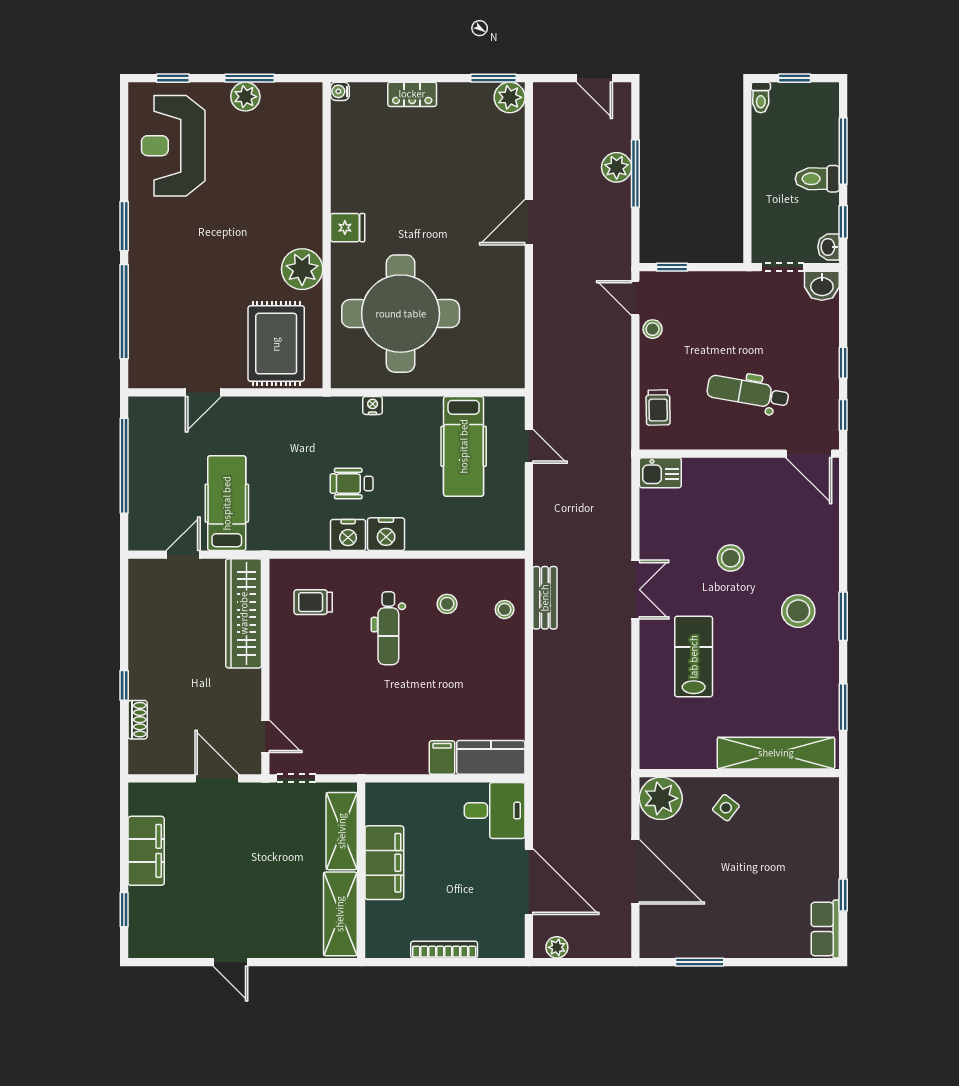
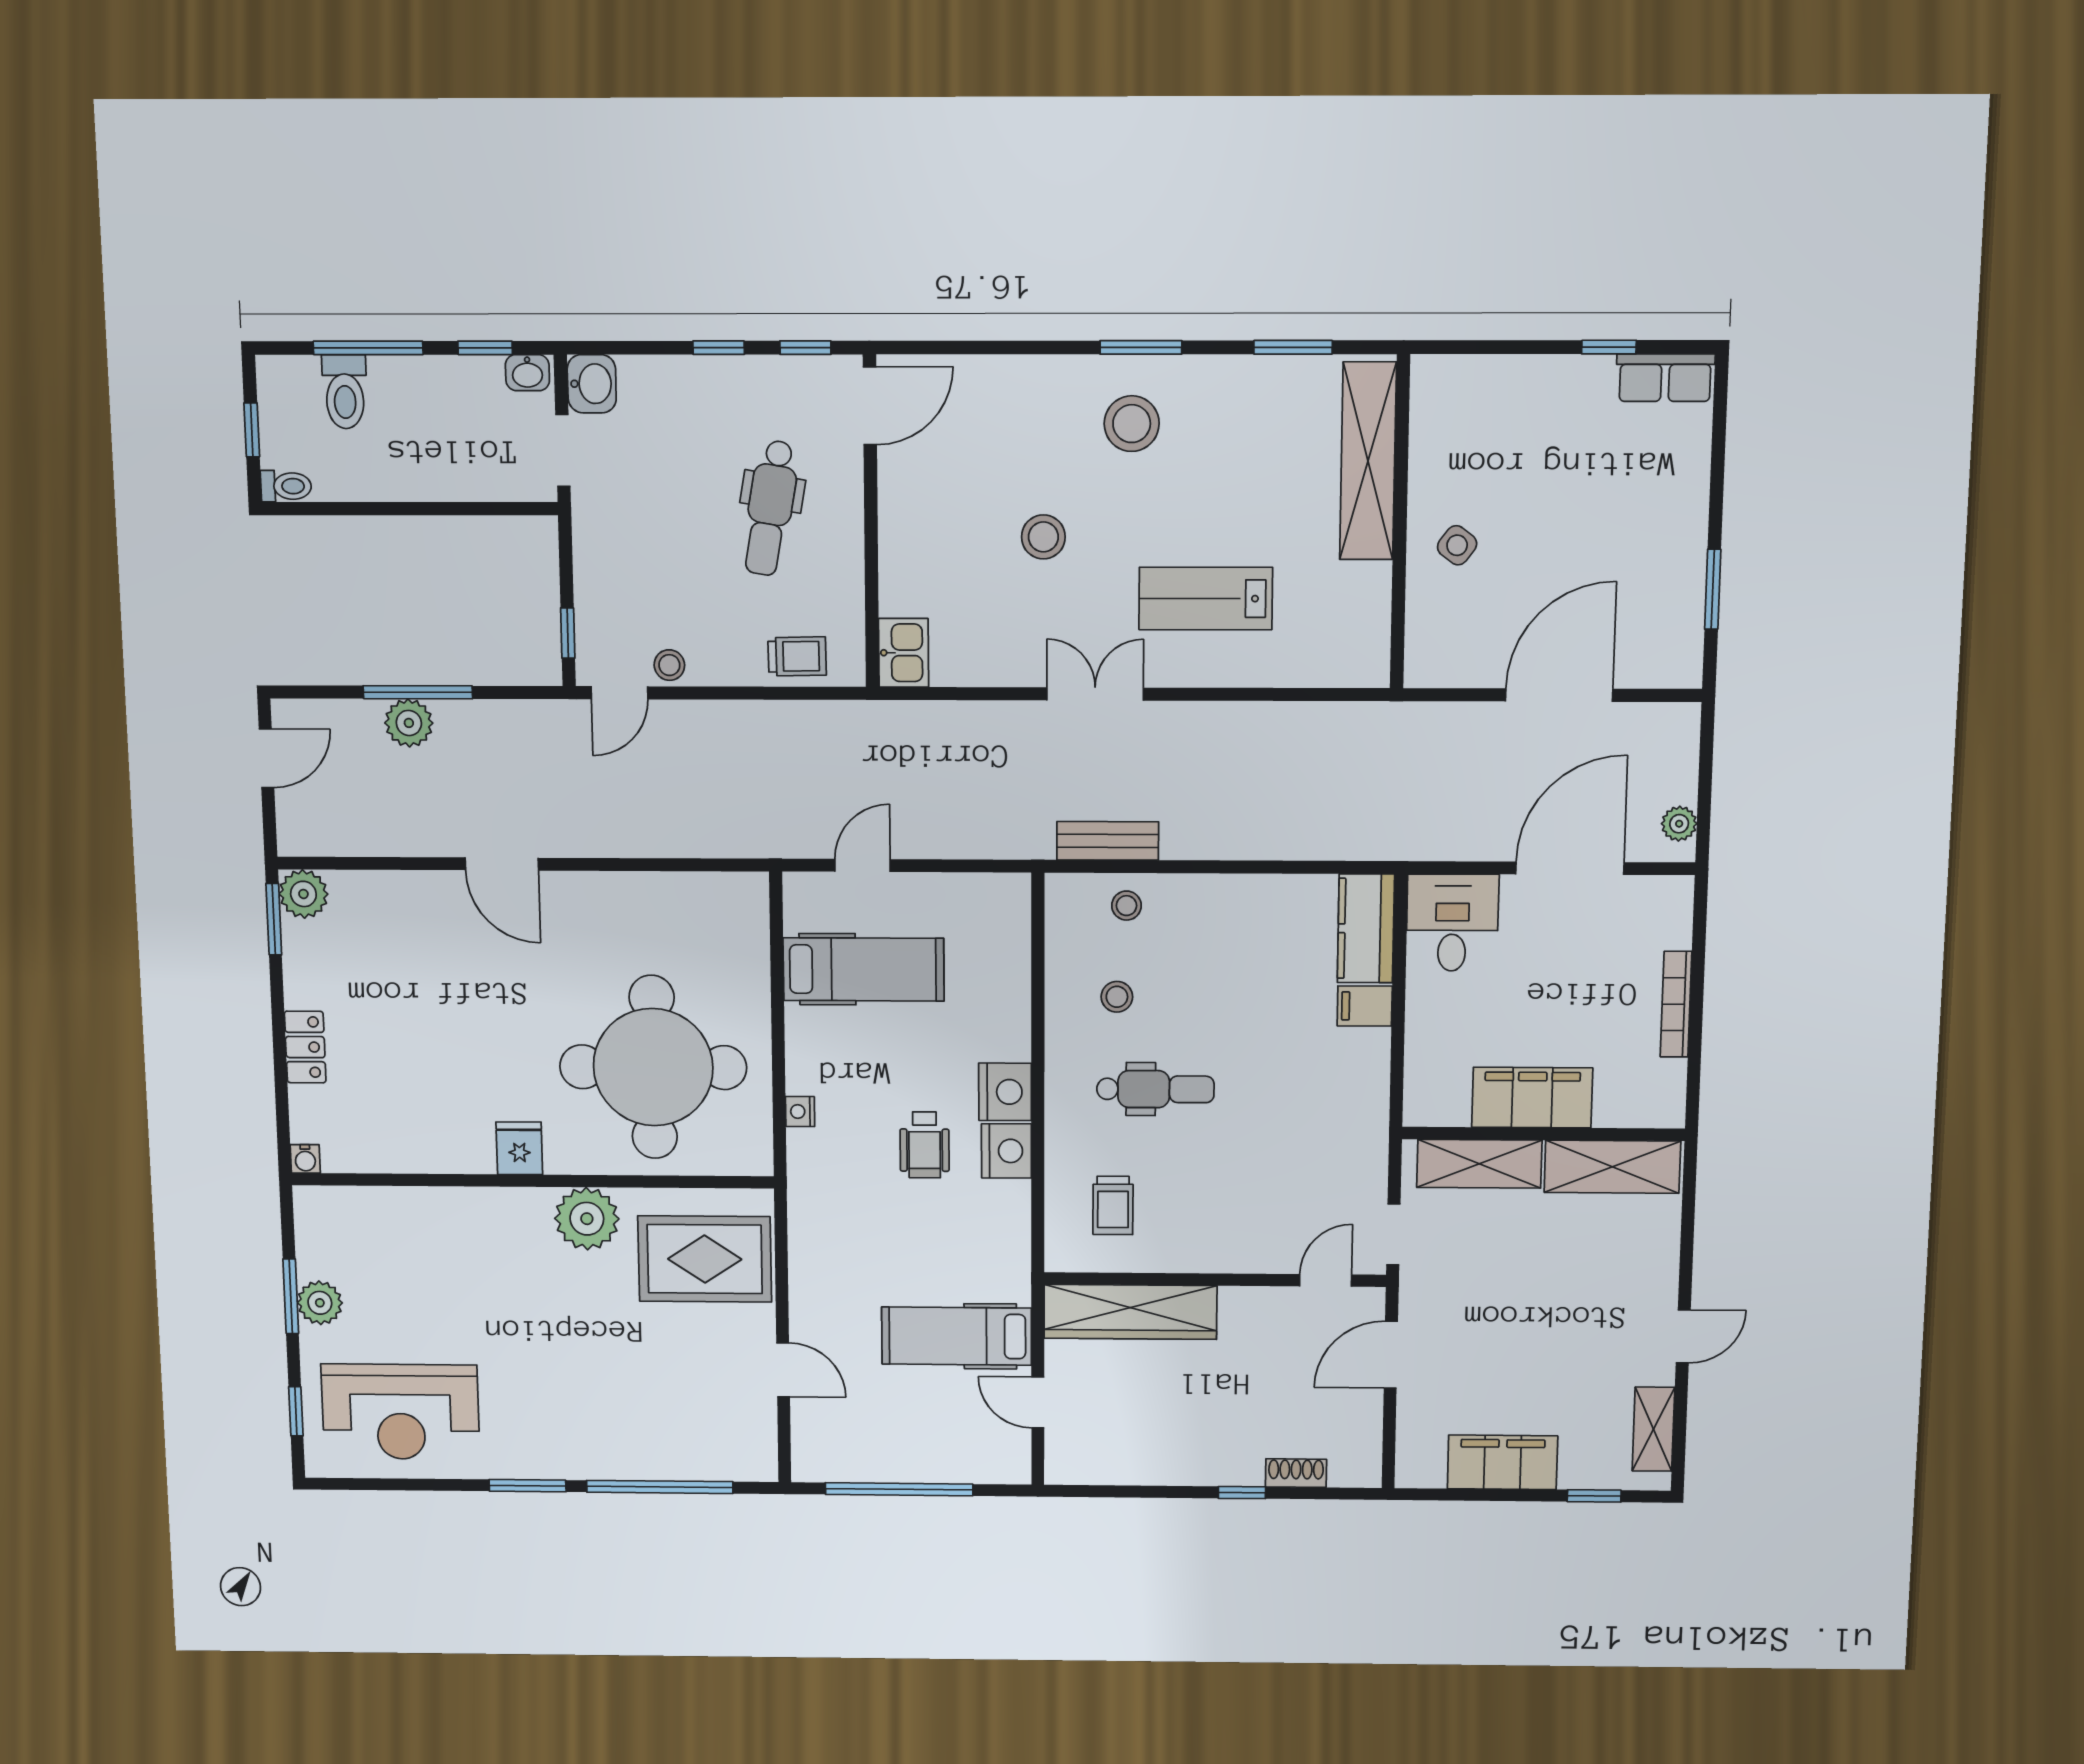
toilet: (817, 179) -> (345, 392), moved
plant: (661, 798) -> (1439, 653), removed
shelving: (169, 946) -> (1653, 1429), added

